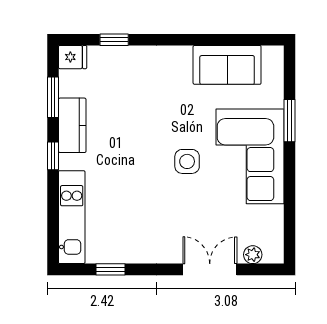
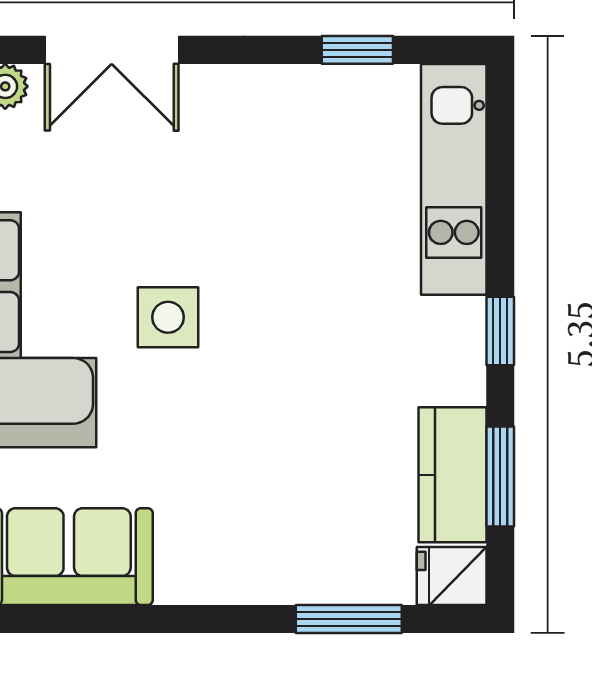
window: (114, 40) -> (349, 619), width x1.50
kitchen counter: (72, 125) -> (452, 475), moved

